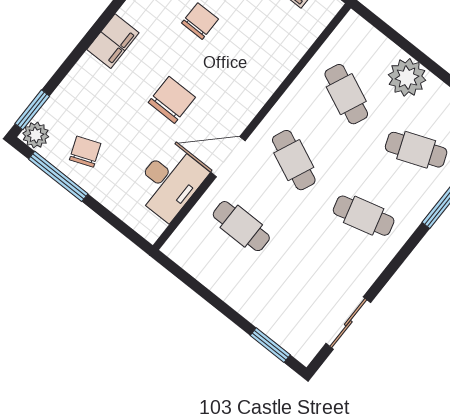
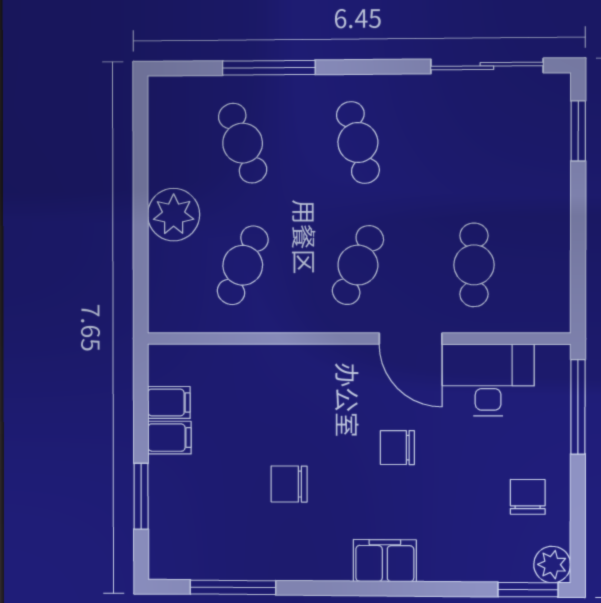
chair: (172, 100) -> (397, 448), width x0.73, depth x0.73
chair: (85, 152) -> (528, 497), turned 111
window: (58, 176) -> (578, 407), moved
sliding door: (348, 323) -> (487, 66), width x1.37

